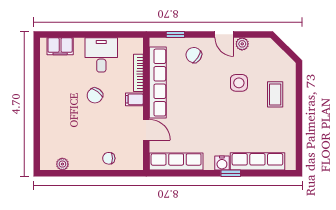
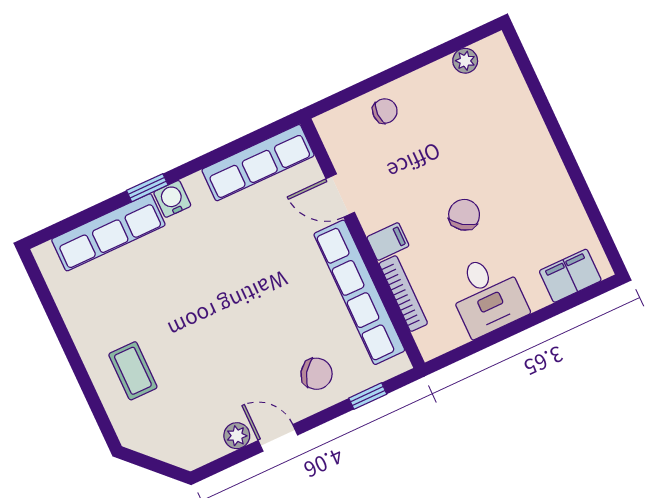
side table: (239, 83) -> (210, 361), removed

